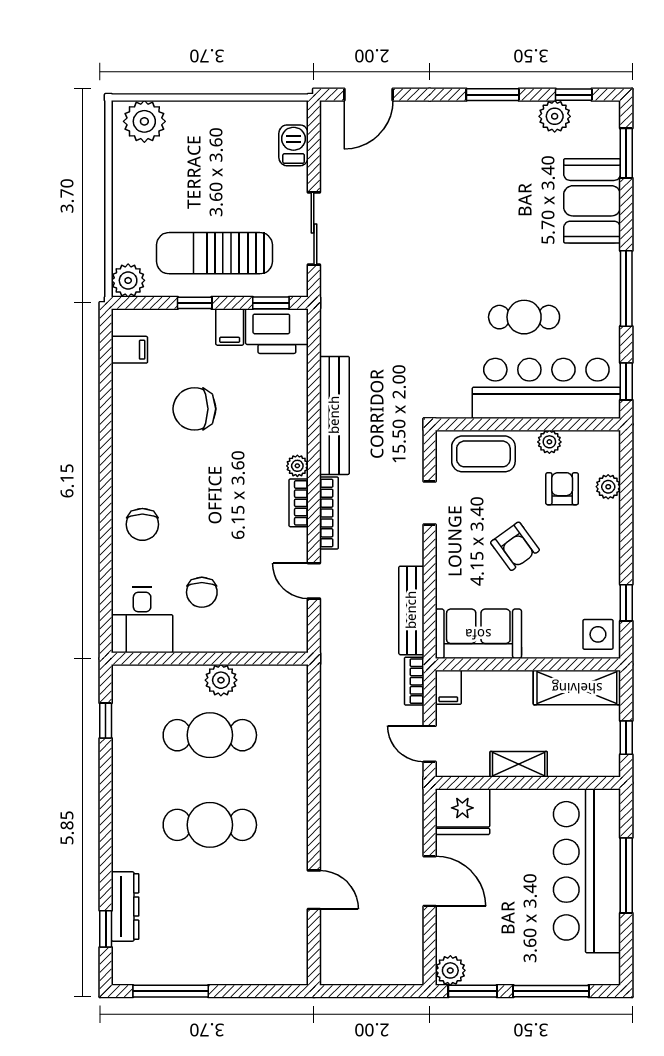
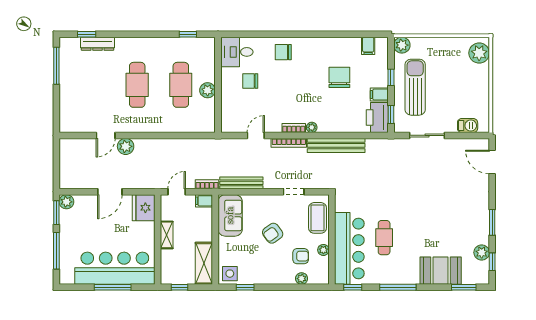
plant: (337, 849) -> (126, 146), added

